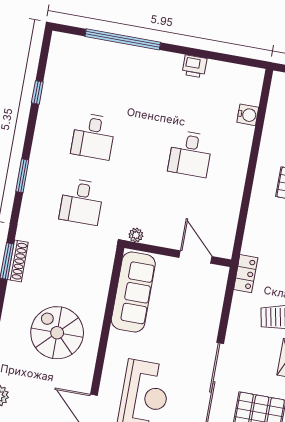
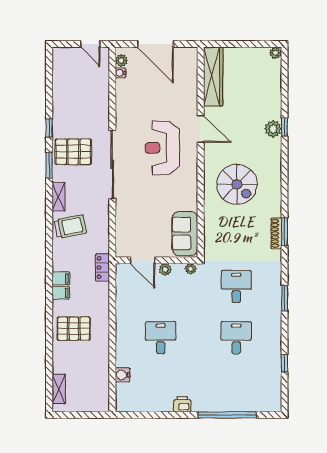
printer: (194, 66) -> (182, 404), moved
plant: (169, 240) -> (165, 269), added
locker: (246, 274) -> (102, 268), moved
sofa: (133, 292) -> (185, 234), width x0.73

